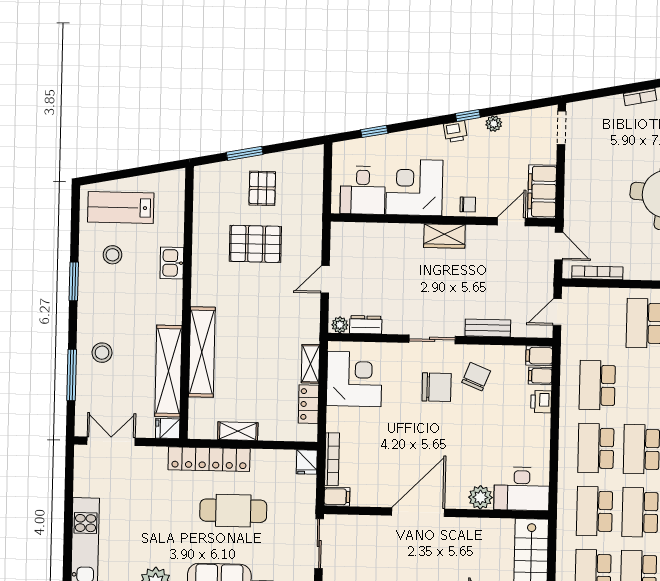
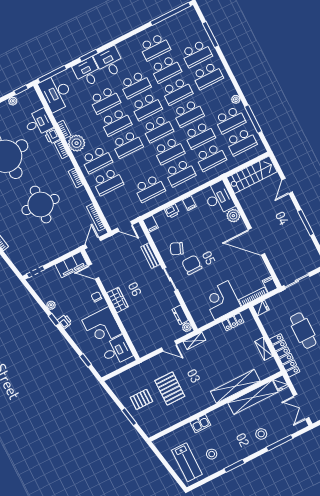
shelving: (310, 364) -> (194, 341), moved
filing cabinet: (540, 376) -> (189, 203), moved
corner desk: (354, 379) -> (221, 300), moved

